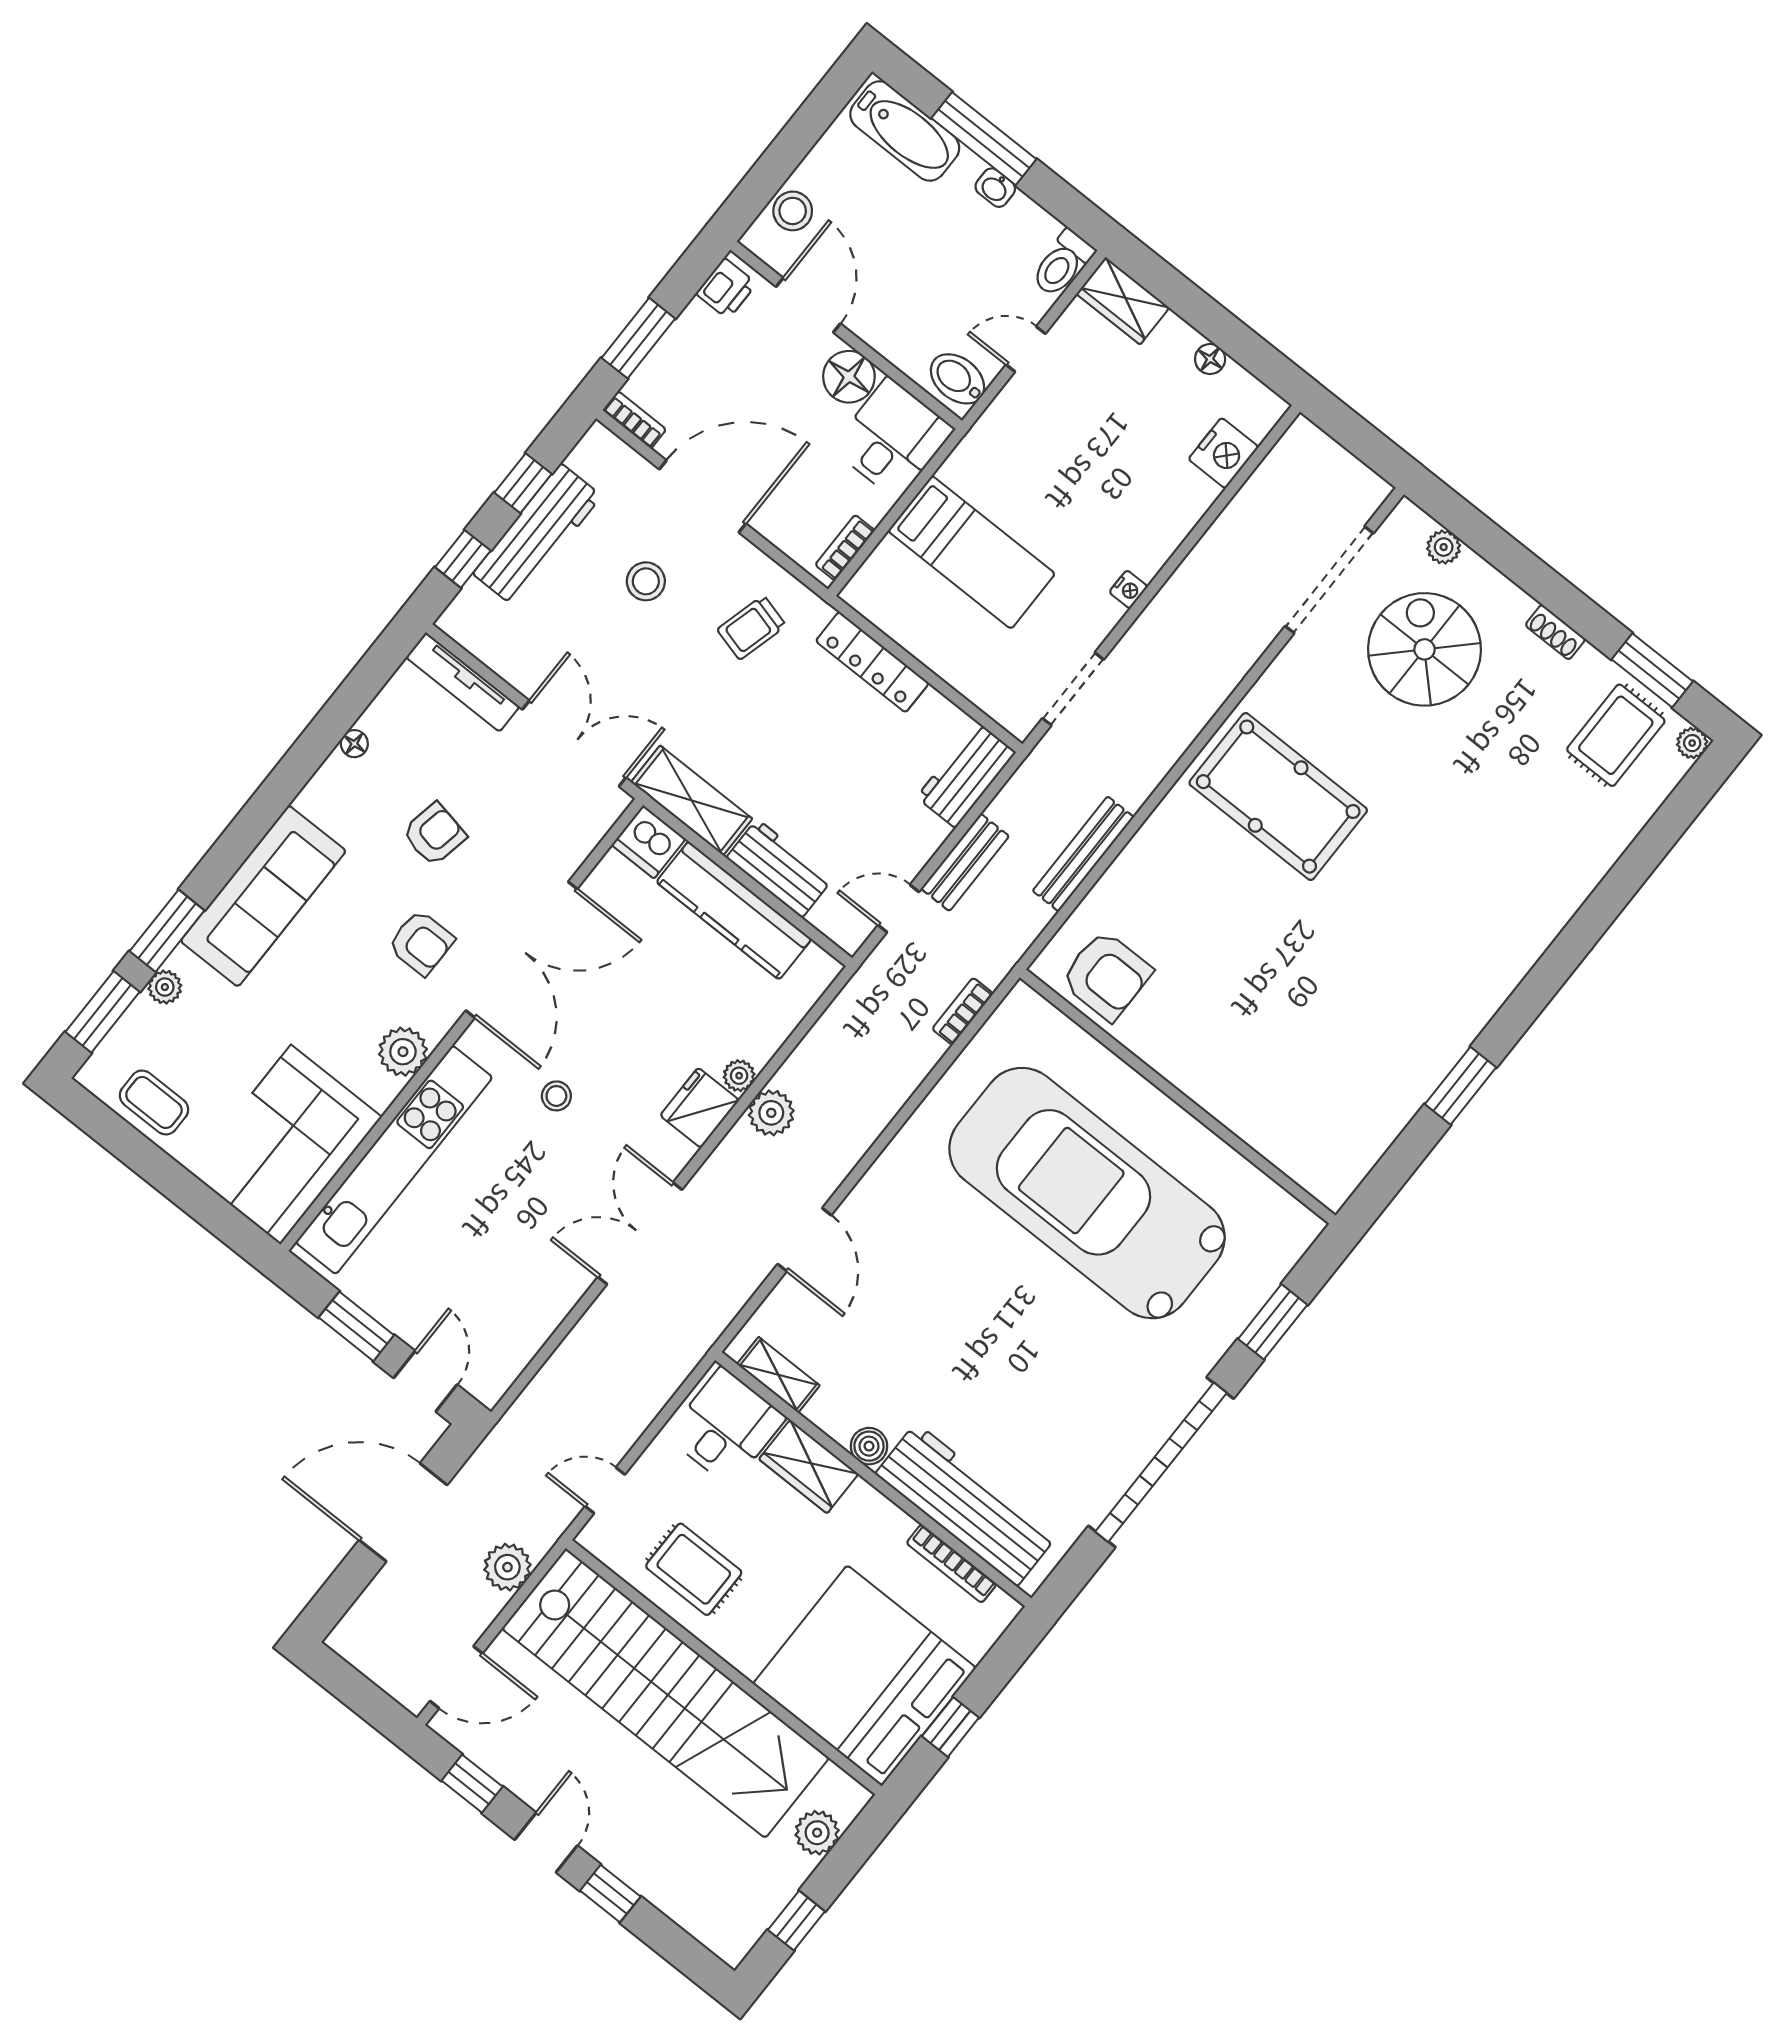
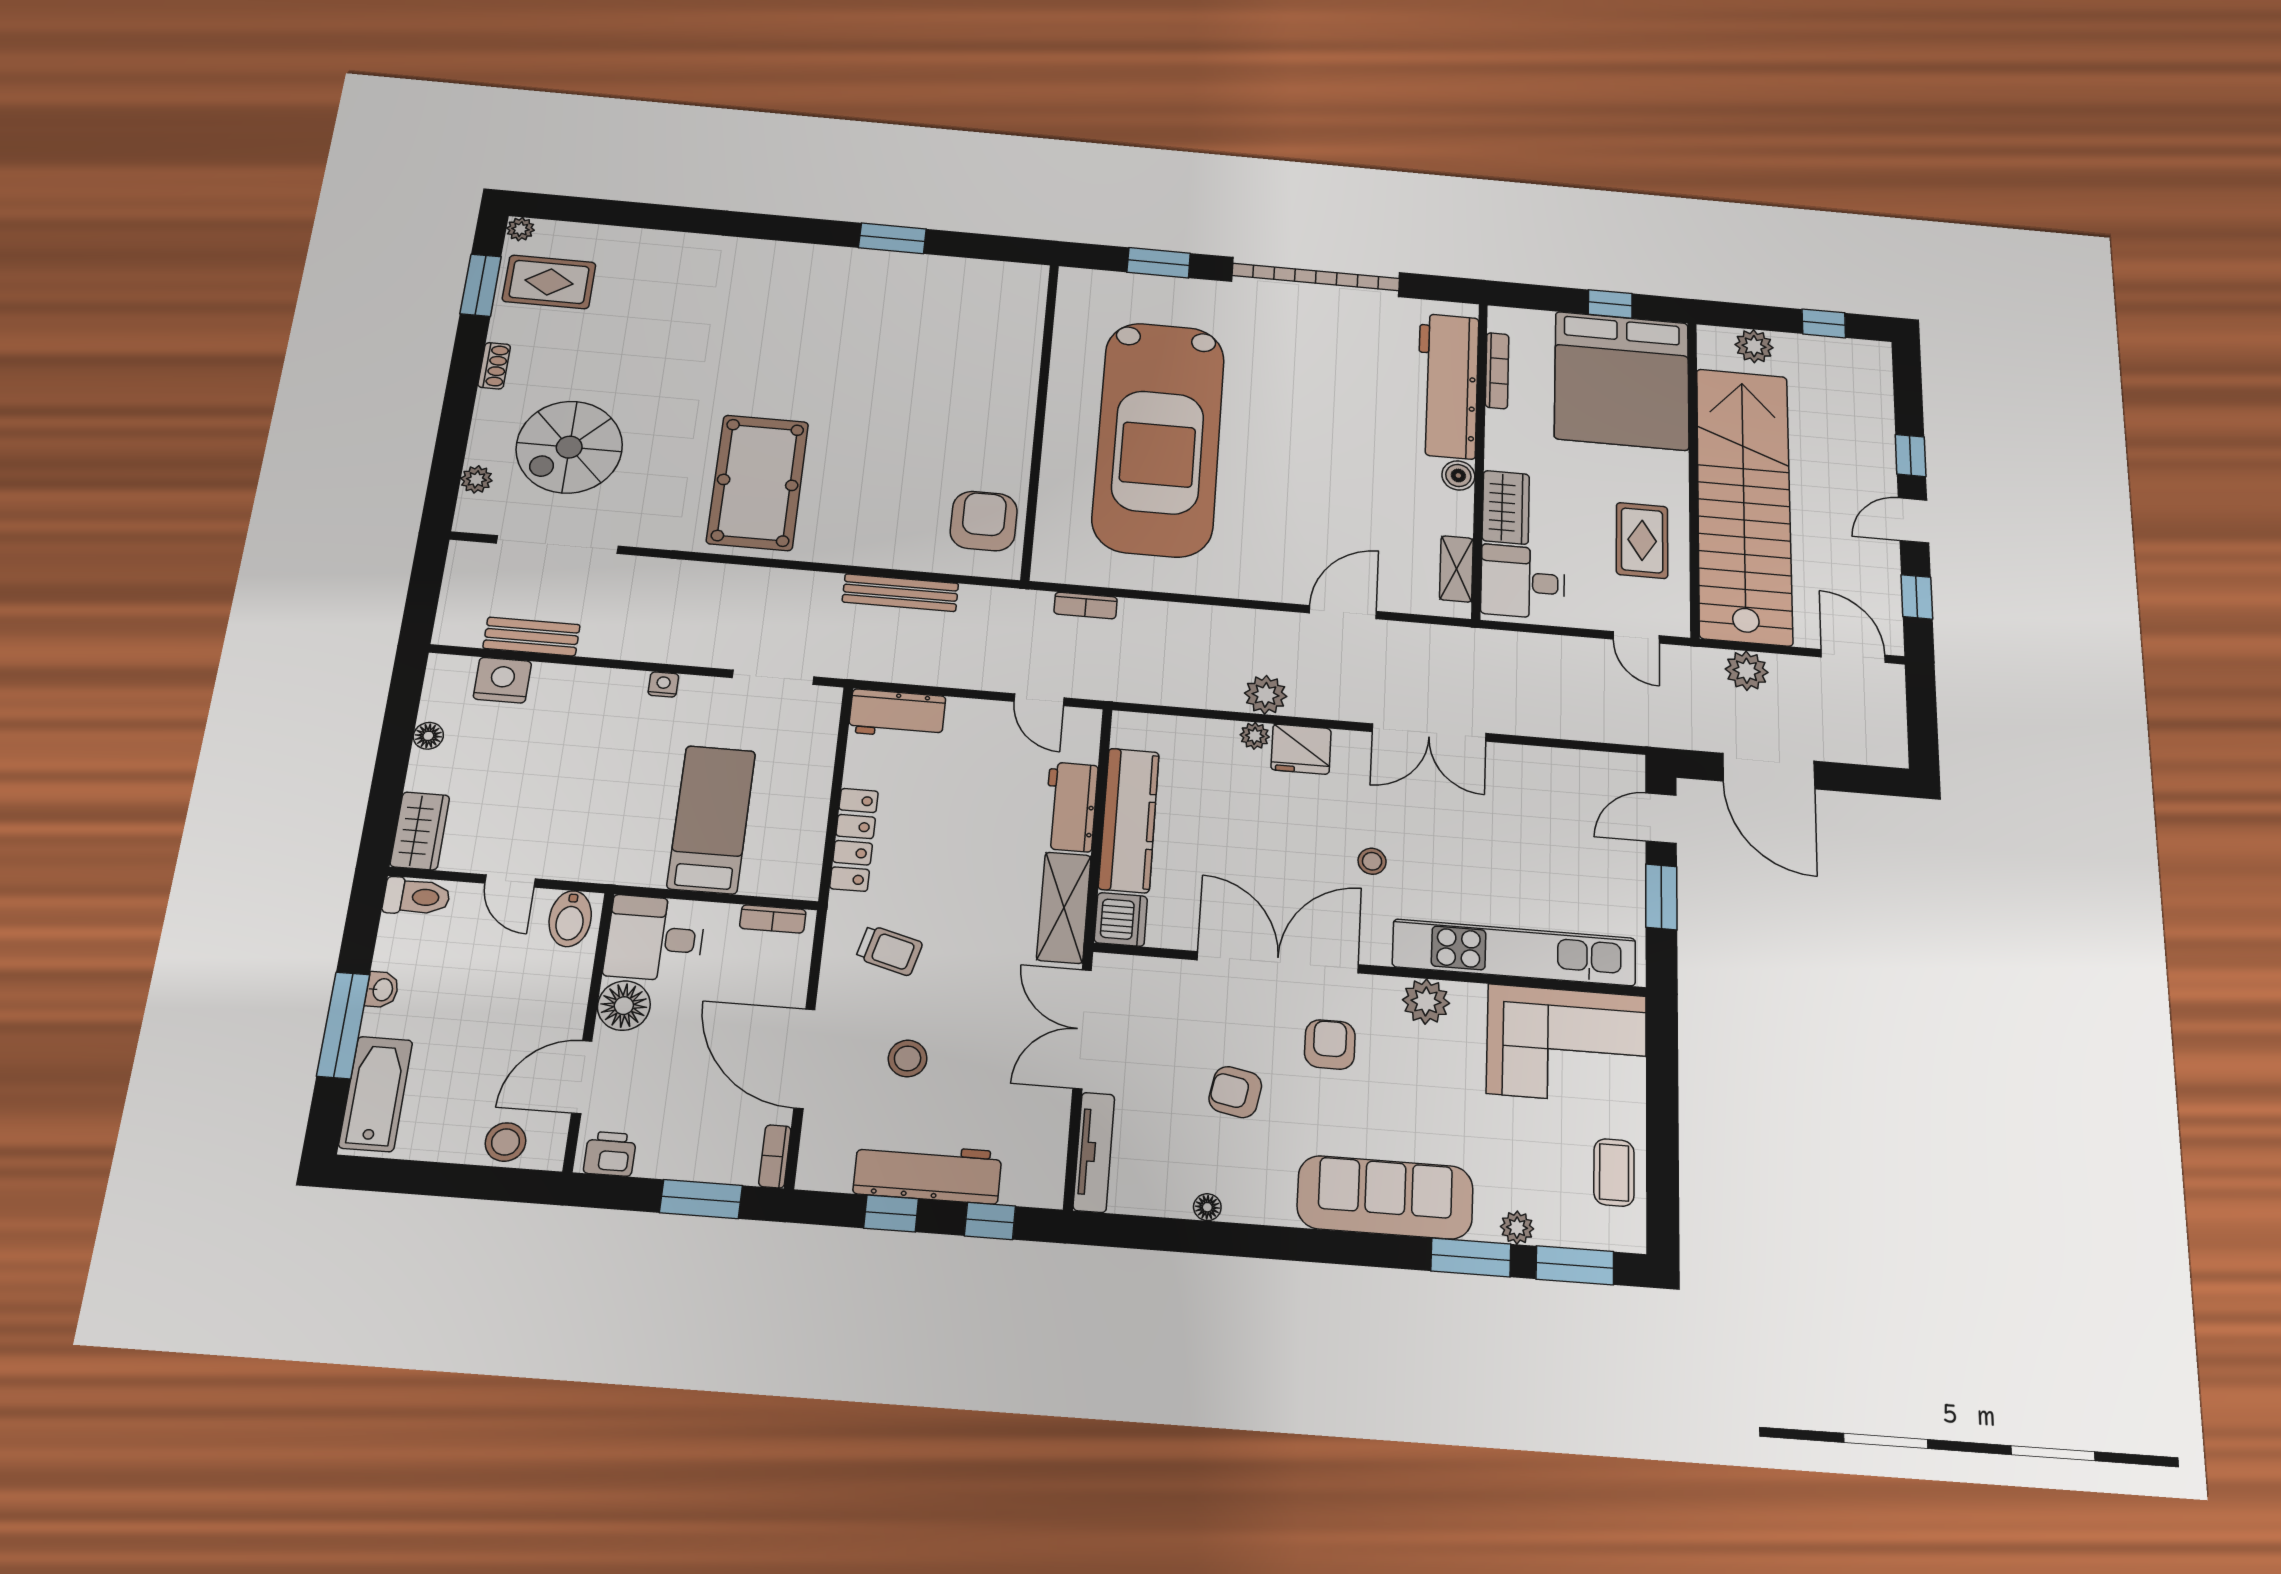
bench: (965, 862) -> (532, 636), moved

